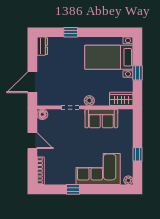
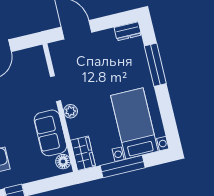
window: (71, 32) -> (155, 65), width x2.17
window: (137, 73) -> (123, 167), width x2.17
floor lamp: (42, 114) -> (63, 162), moved

